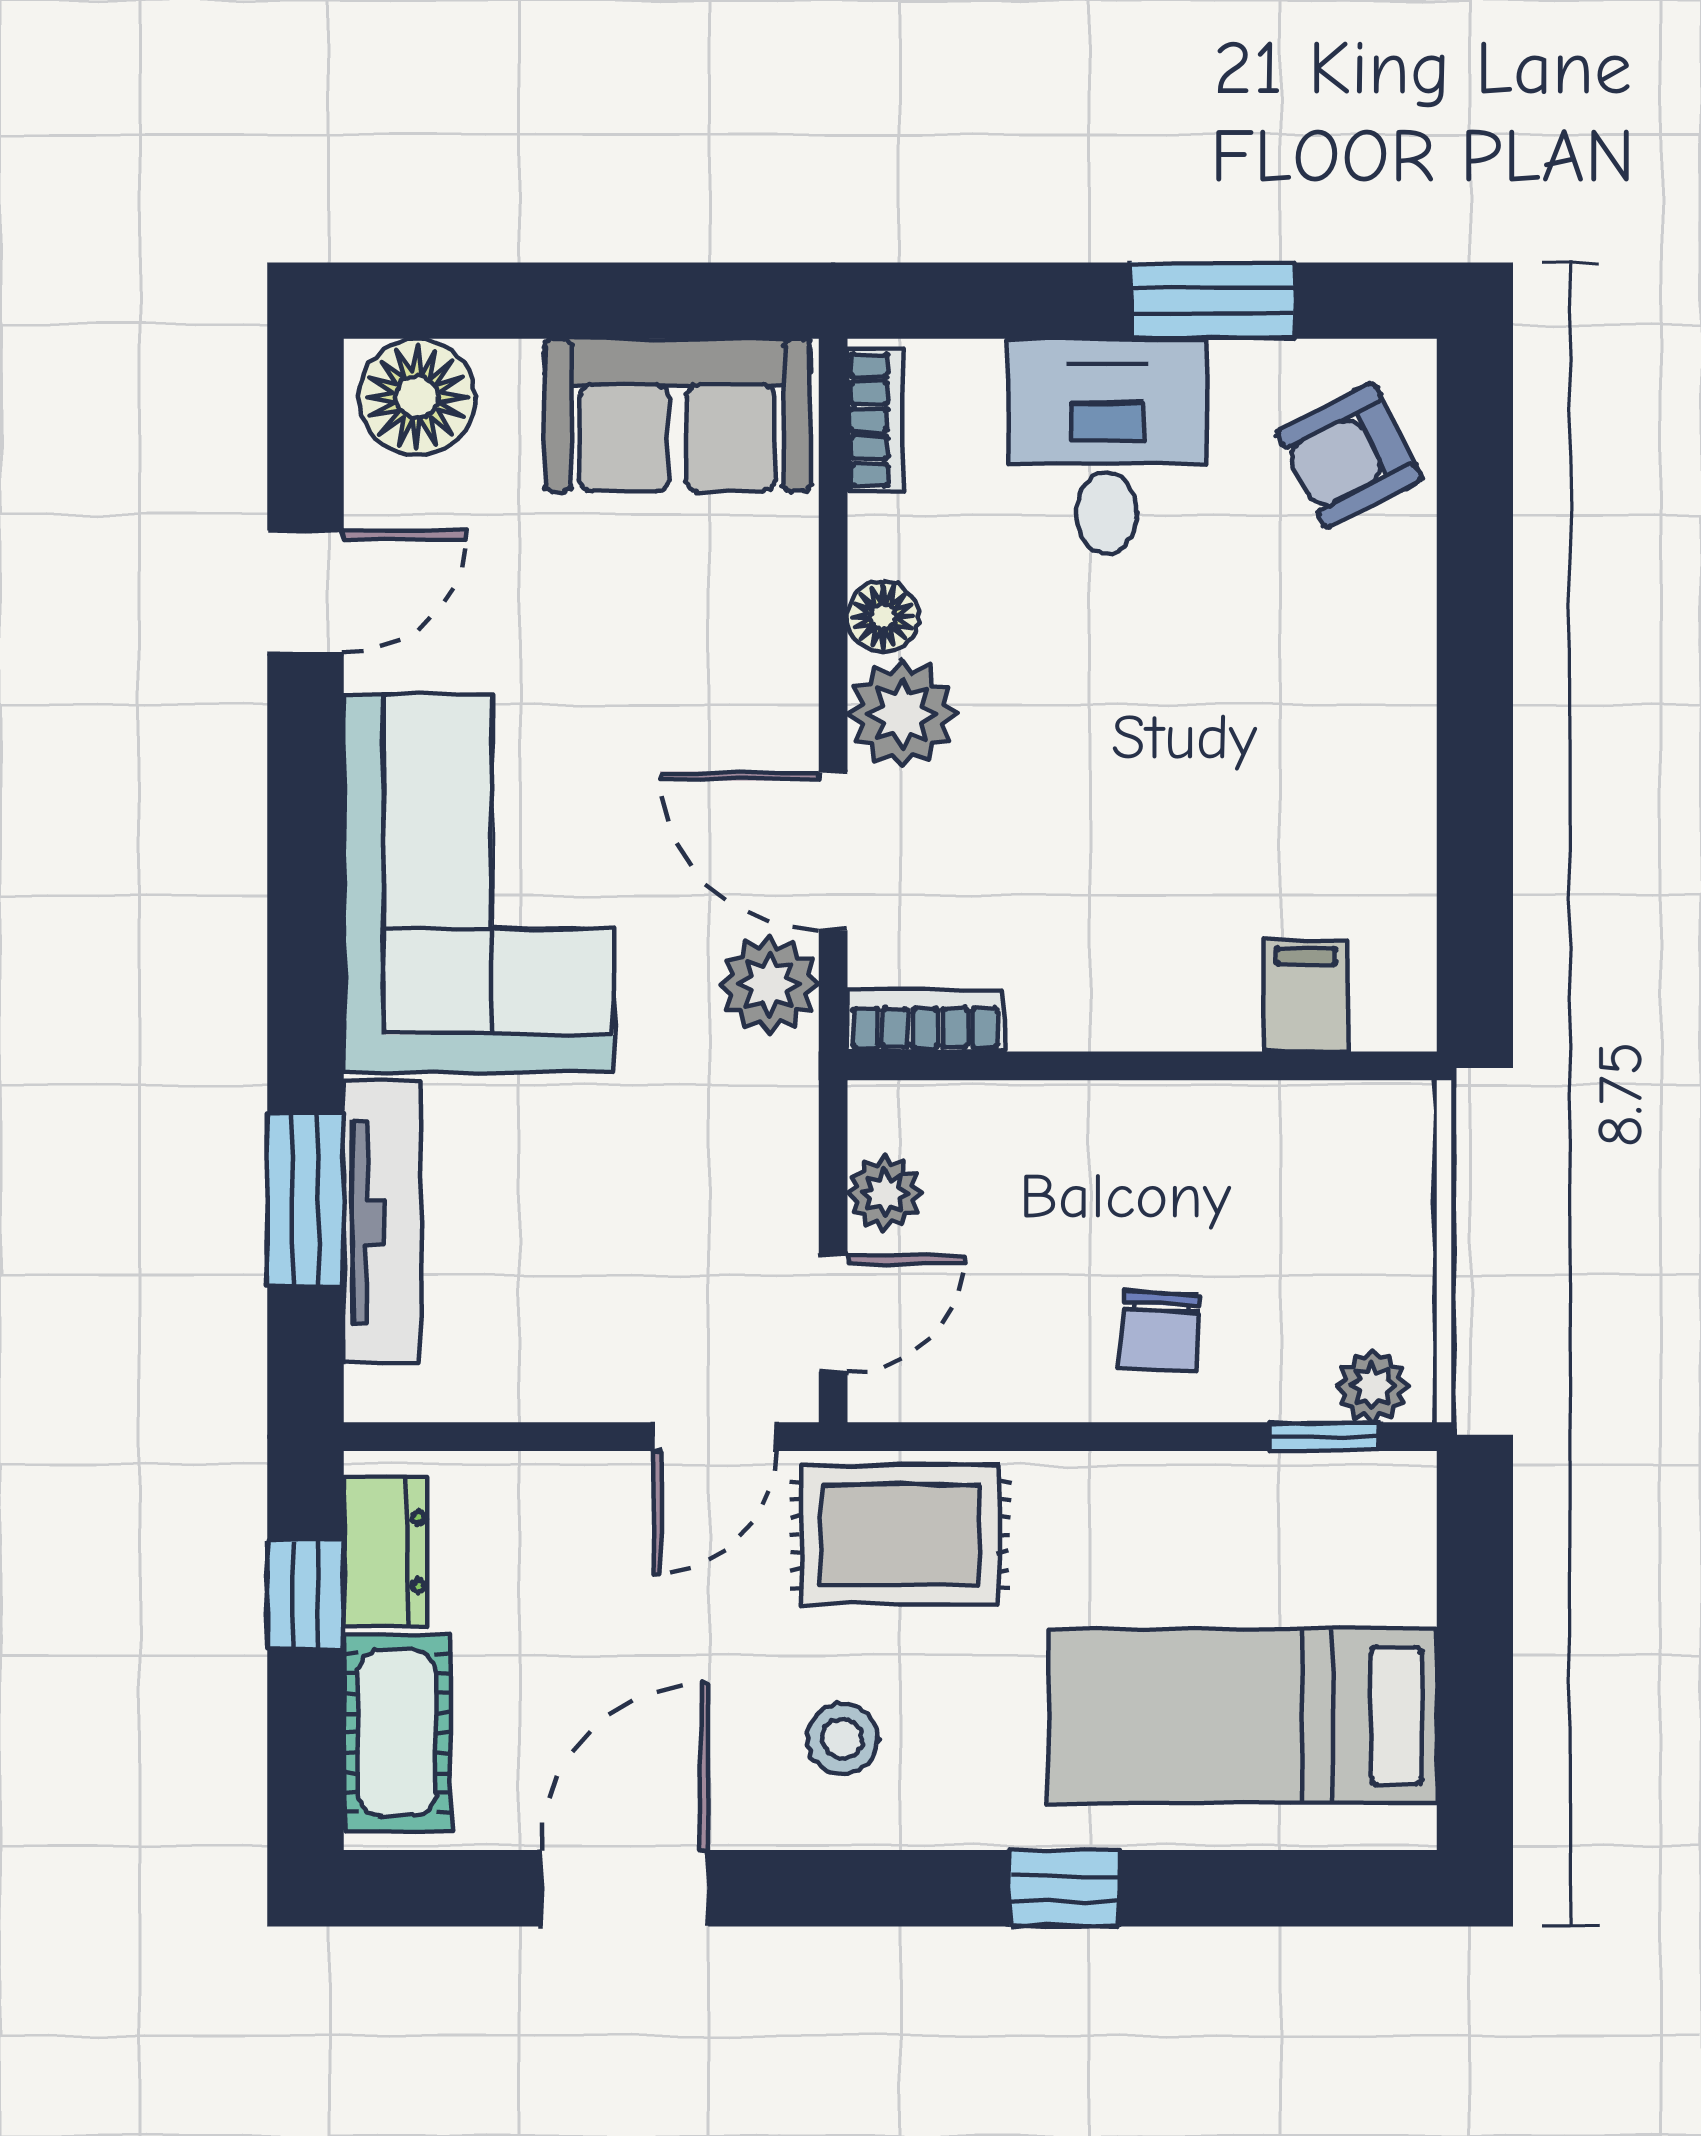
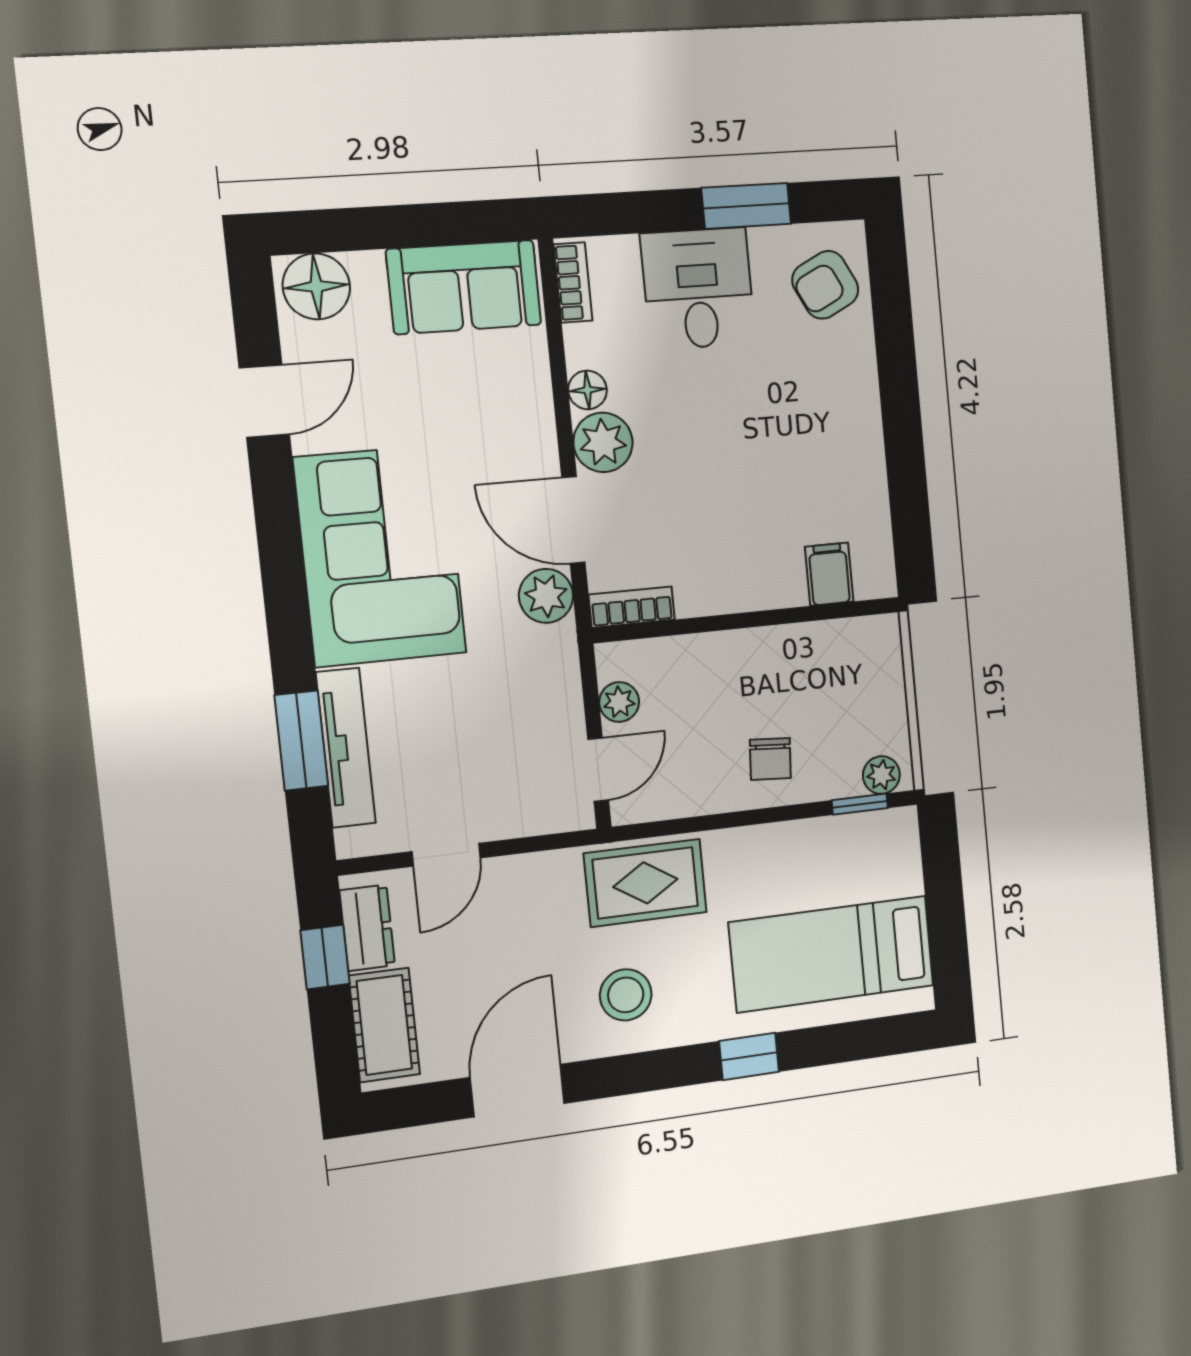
door: (714, 1437) -> (446, 855), moved
stool: (842, 1739) -> (626, 995), width x1.37, depth x1.37

